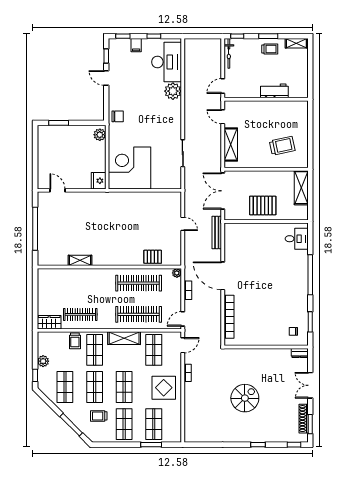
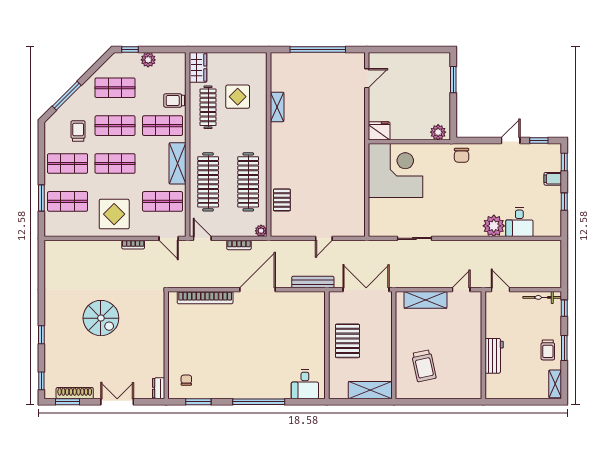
desk: (167, 62) -> (519, 222), width x0.53, depth x0.77
display table: (72, 291) -> (238, 97), added

